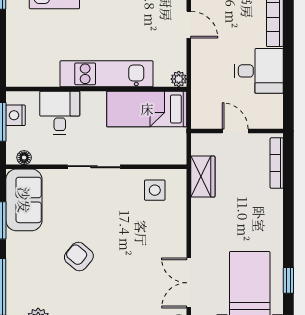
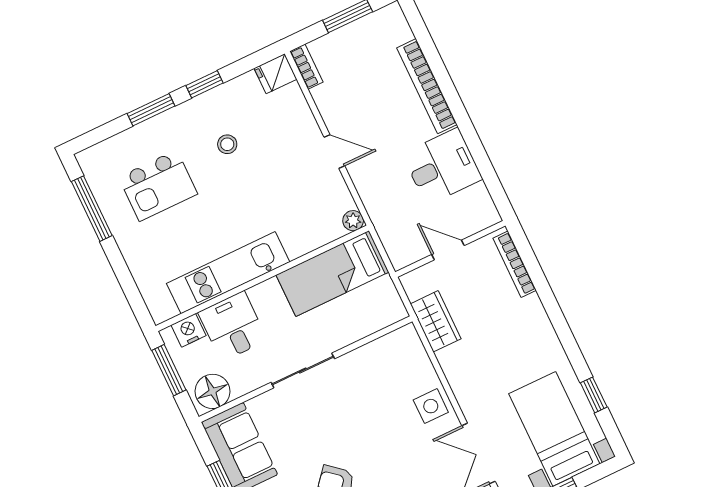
kitchen unit: (107, 74) -> (228, 273), moved
nightstand: (16, 115) -> (189, 330), moved, turned 90
floor lamp: (24, 158) -> (213, 391), width x1.89, depth x1.89
side table: (155, 190) -> (431, 406), moved

